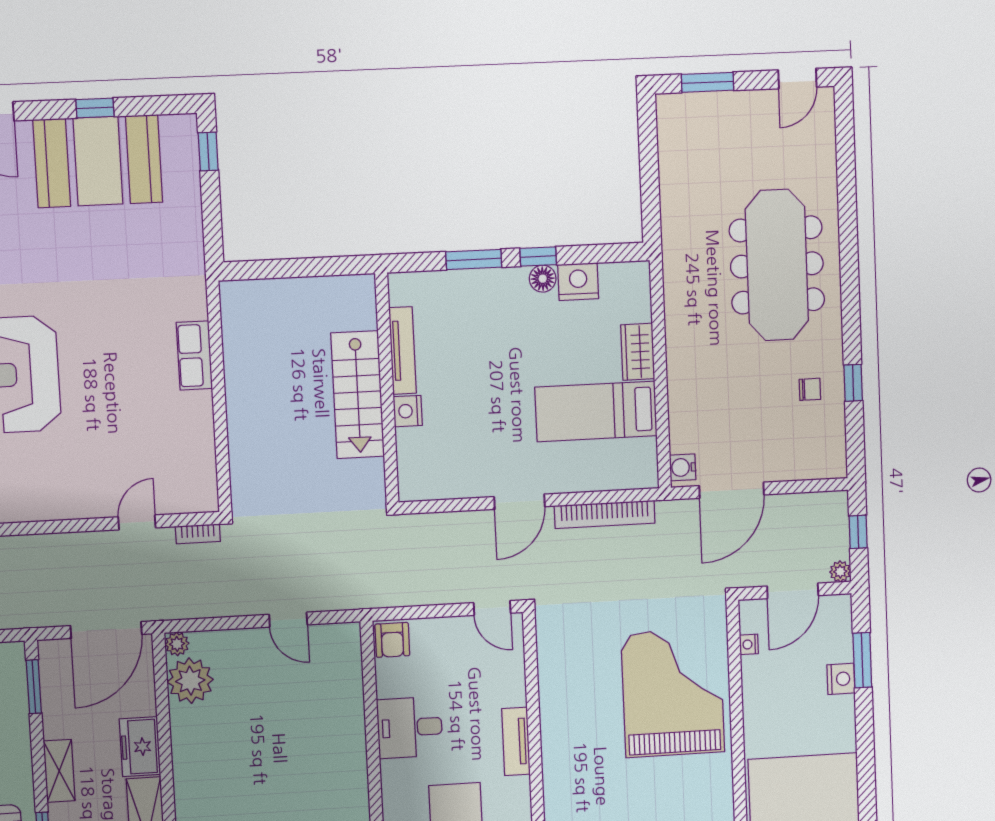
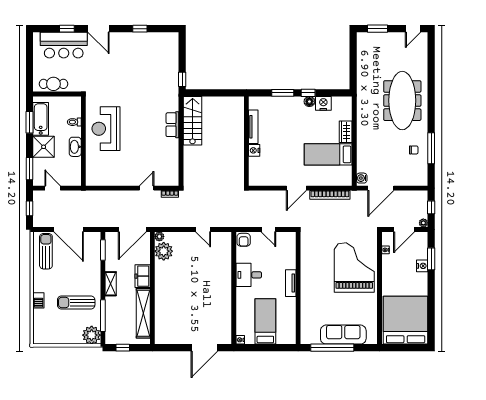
window: (208, 151) -> (182, 79), moved
booth: (98, 161) -> (140, 49), removed
window: (853, 383) -> (431, 148), width x2.17
stairs: (358, 395) -> (193, 121), moved, turned 180
door: (492, 608) -> (268, 229), moved

